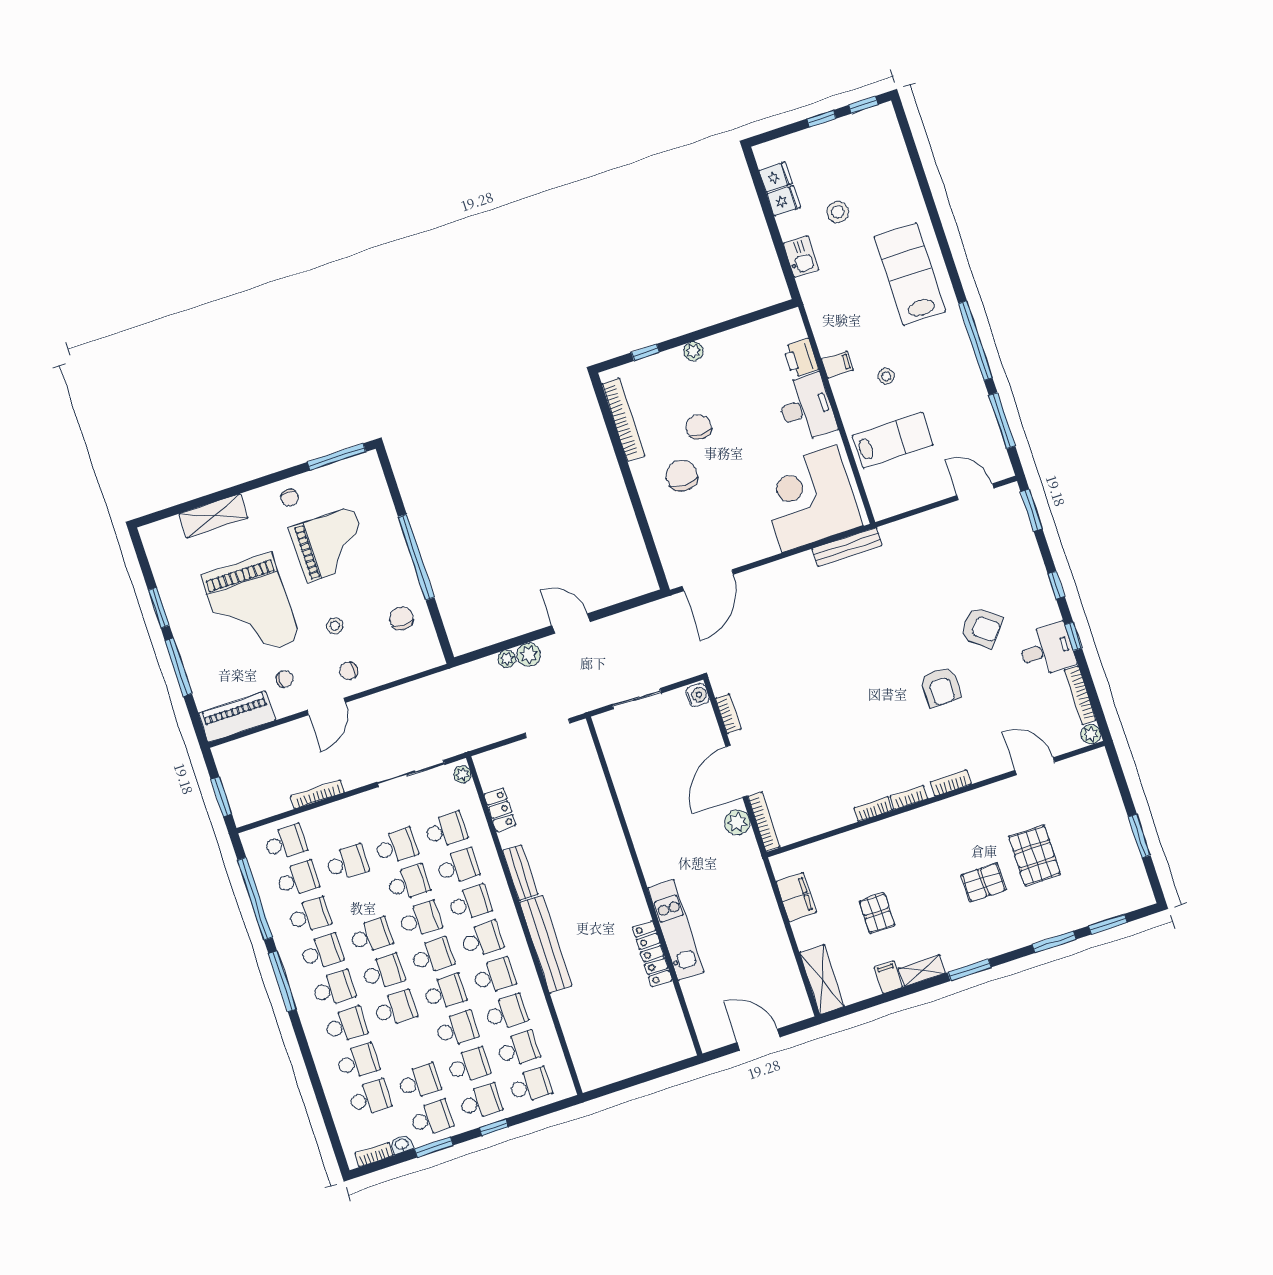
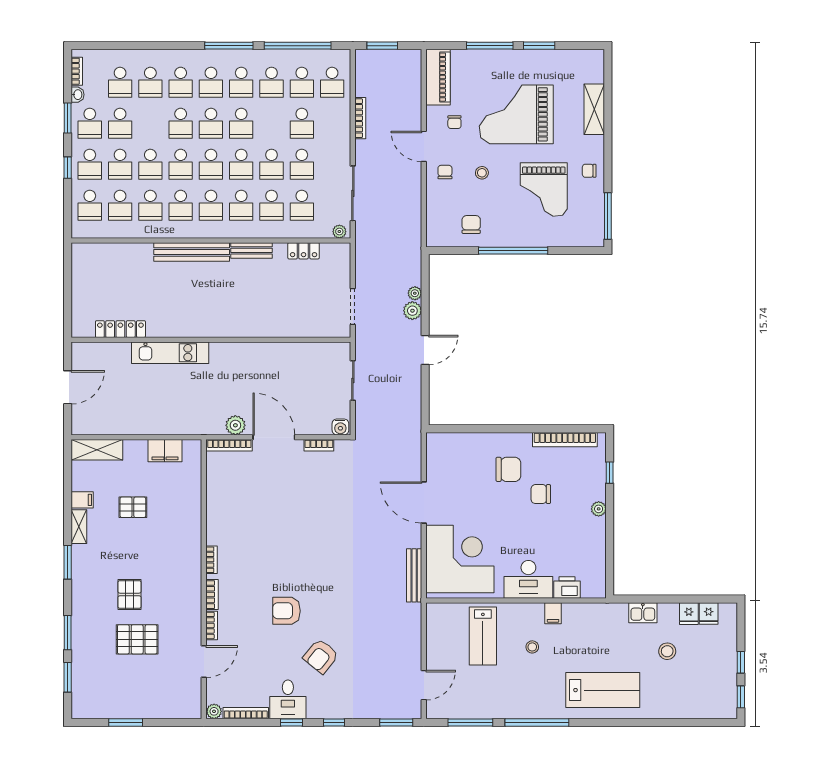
chair: (699, 427) -> (541, 494), turned 180
door: (708, 580) -> (424, 502), moved
chair: (401, 618) -> (471, 225), turned -90
bookcase: (873, 809) -> (212, 625), moved
locker: (652, 954) -> (120, 329), moved

